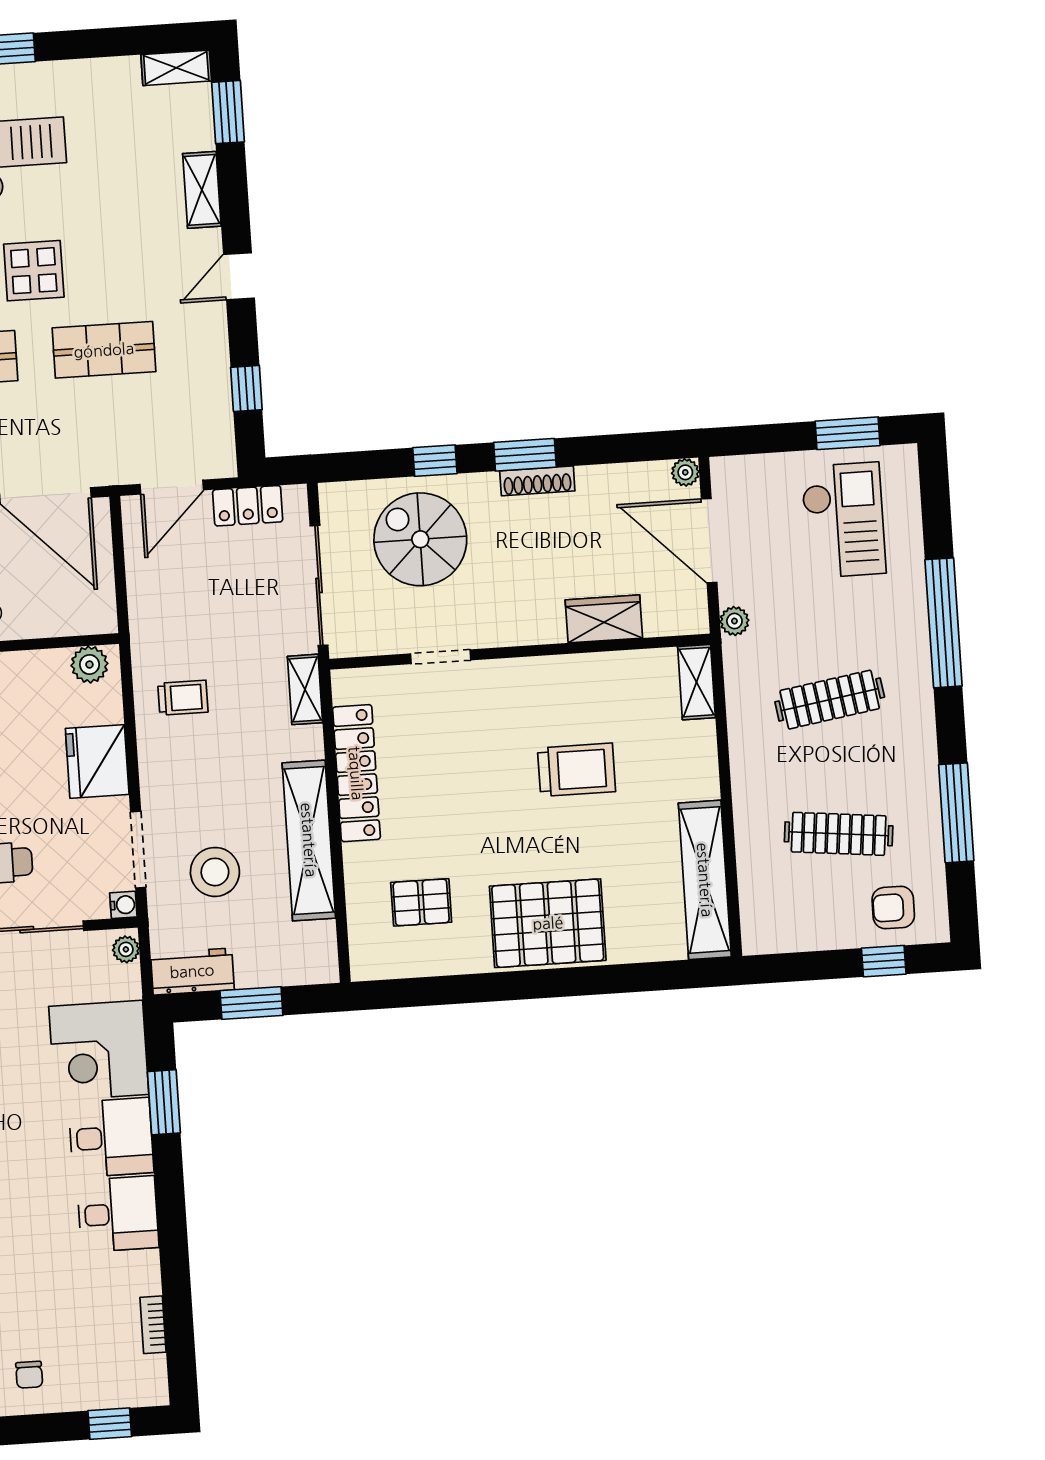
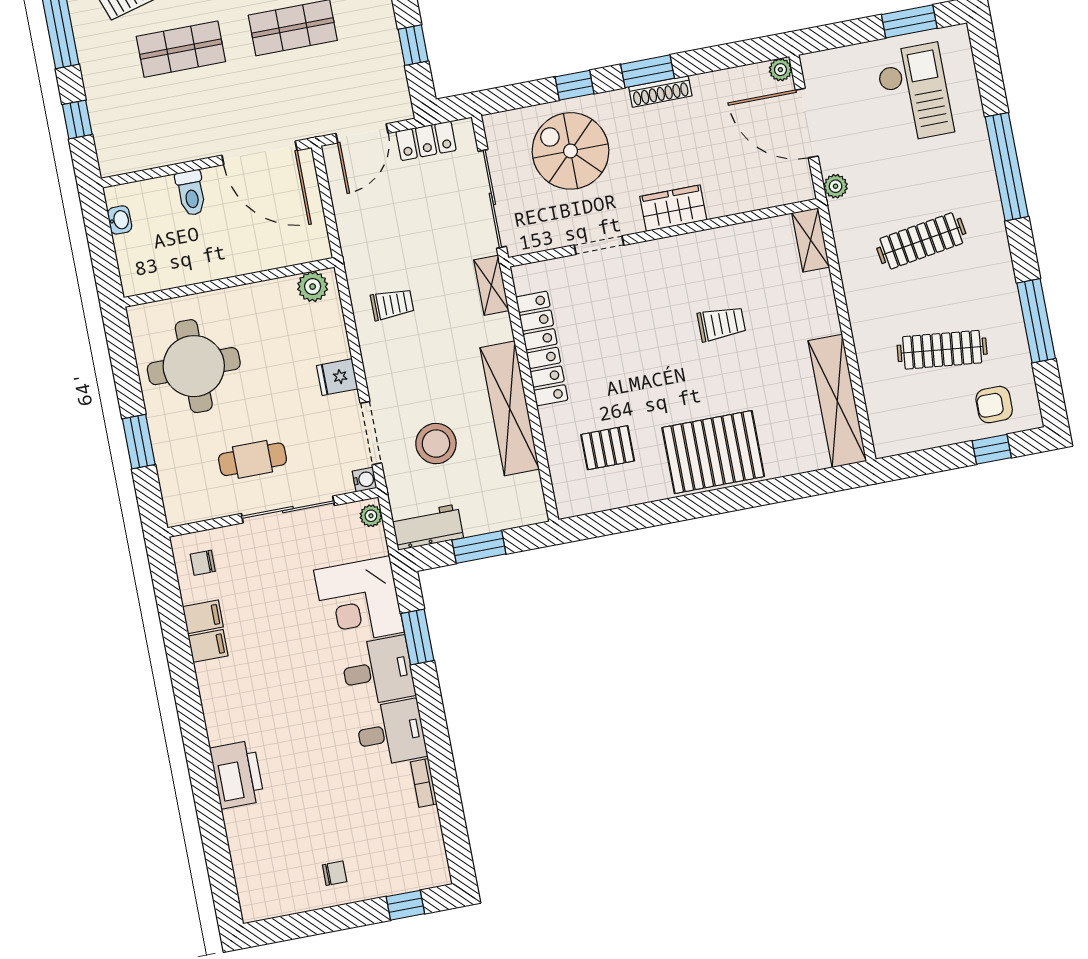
wardrobe: (604, 619) -> (673, 208), moved
fridge: (97, 761) -> (337, 377), width x0.53, depth x0.75
trolley: (577, 770) -> (721, 324), width x0.73, depth x0.72
bookcase: (153, 1325) -> (424, 783), moved
chair: (29, 1375) -> (335, 873), turned -90

